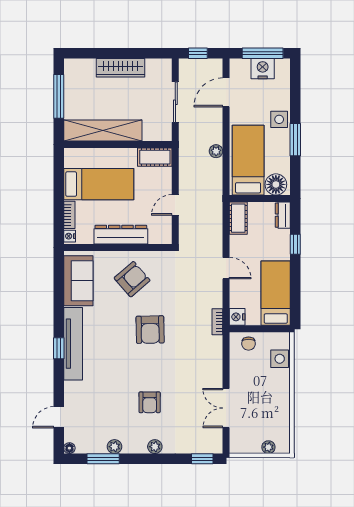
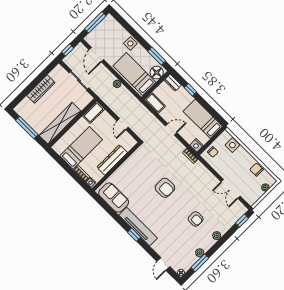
nightstand: (263, 69) -> (102, 29), removed
window: (295, 140) -> (157, 56), moved
armchair: (132, 279) -> (136, 174), removed
chair: (279, 416) -> (257, 170), added

